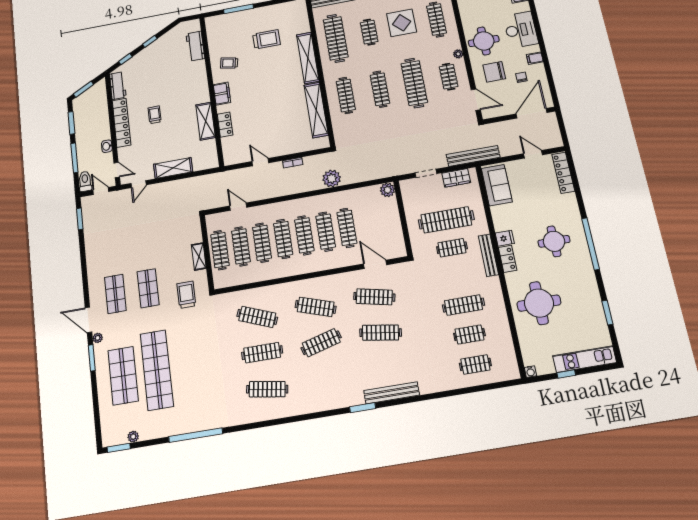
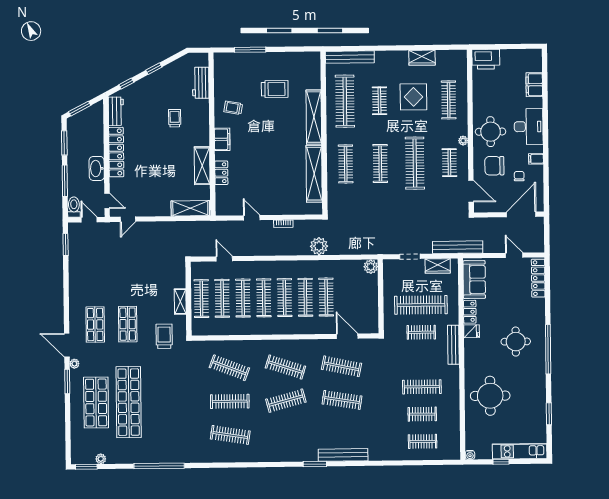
trolley: (155, 115) -> (175, 118), moved
washbasin: (107, 146) -> (97, 168), width x1.91, depth x1.45
shelving: (173, 168) -> (190, 208), moved
locker: (508, 259) -> (470, 312), moved

